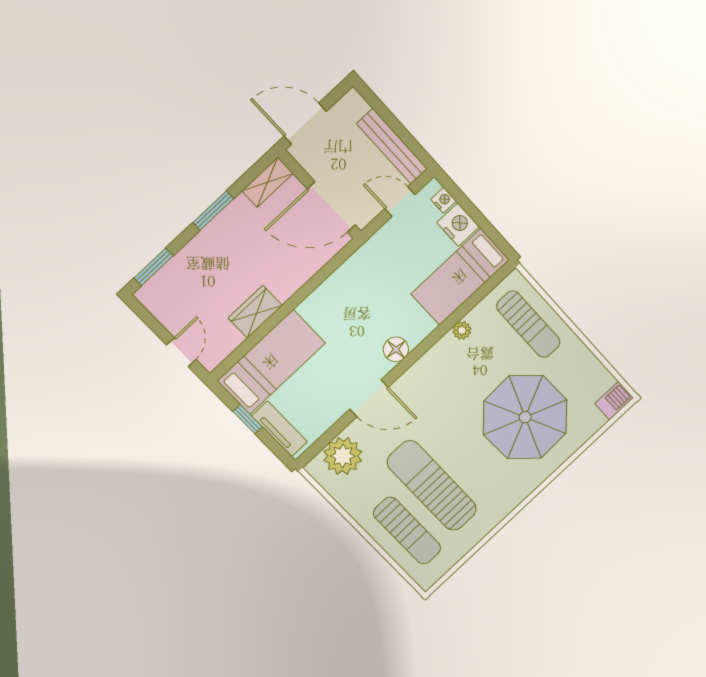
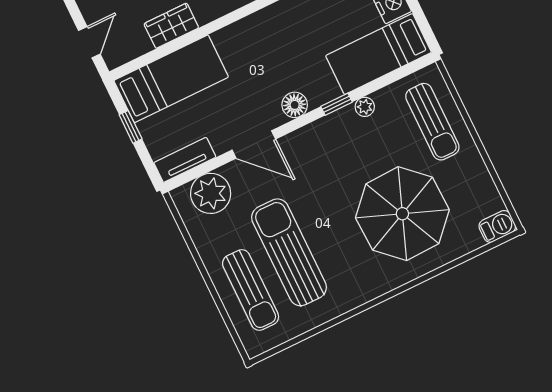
window: (435, 336) -> (337, 104), added
tv unit: (280, 429) -> (185, 160), moved, turned -90

